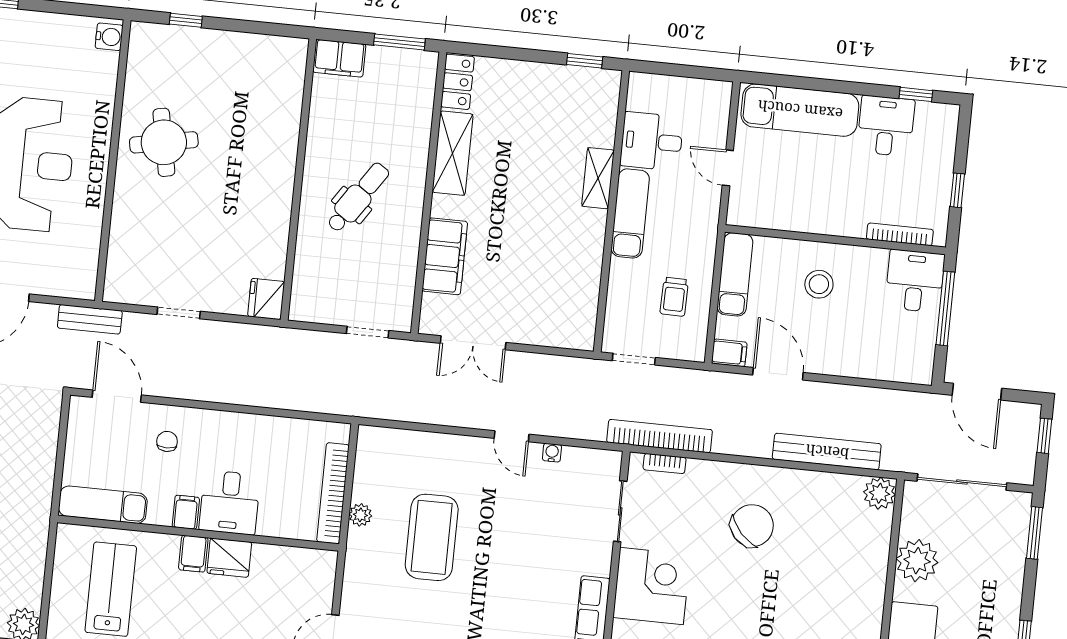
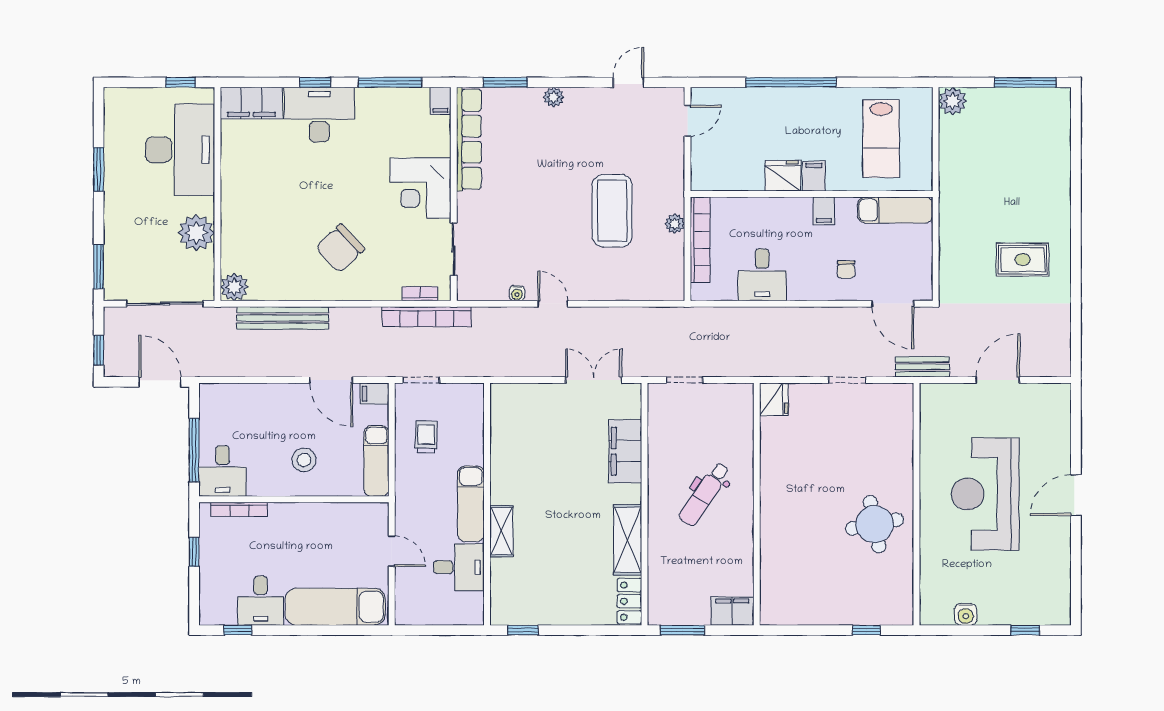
water cooler: (109, 37) -> (966, 614), moved, turned -90
doorway: (634, 359) -> (421, 380), moved
desk: (230, 502) -> (762, 275), moved, turned 180

